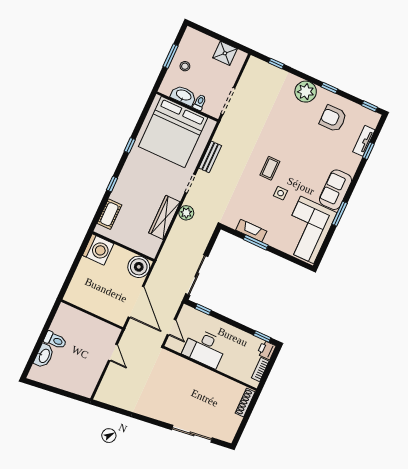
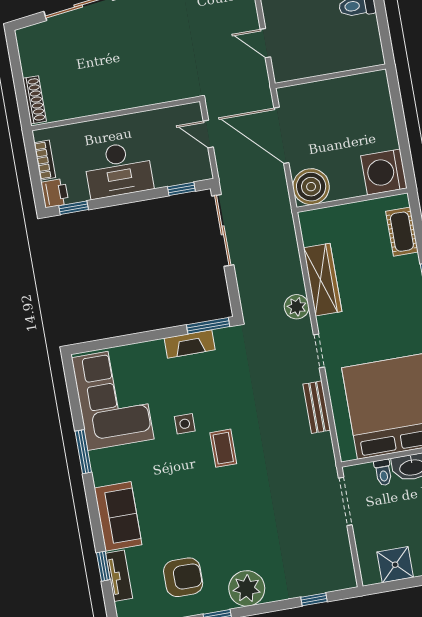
sofa: (335, 190) -> (118, 516), moved
window: (256, 242) -> (208, 326), moved
desk: (205, 348) -> (118, 170), moved, turned 180

